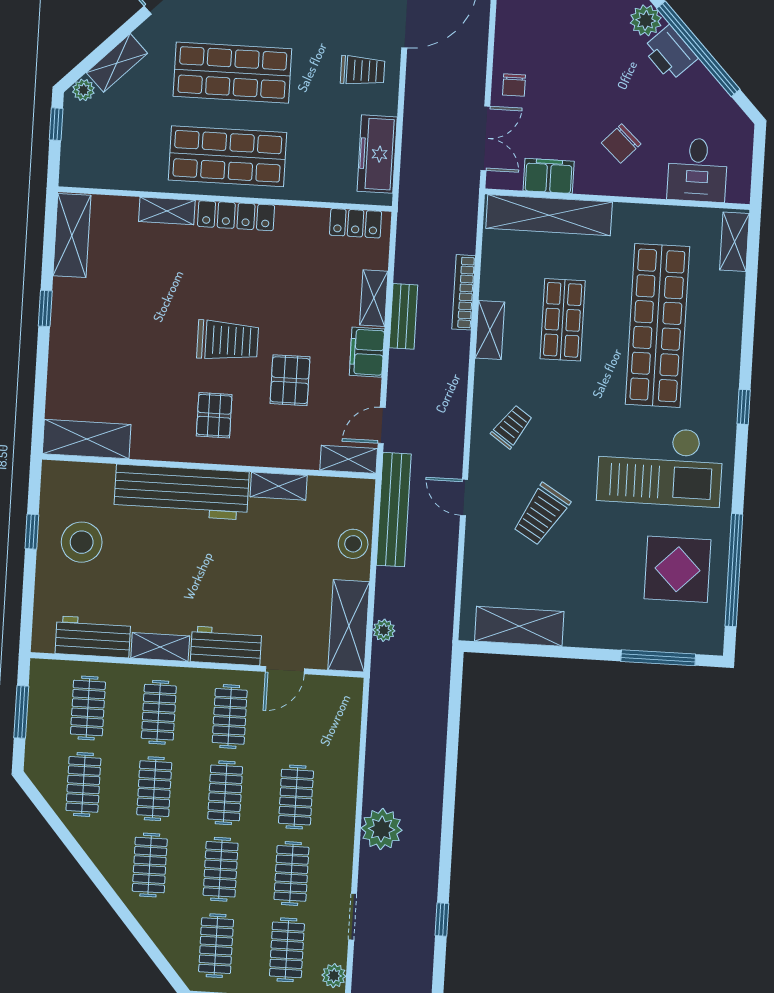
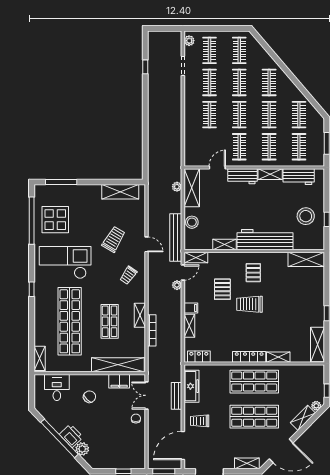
bench: (403, 316) -> (176, 396), moved
filing cabinet: (367, 352) -> (191, 308), width x0.50
plant: (382, 829) -> (177, 285), moved, width x0.53, depth x0.53

